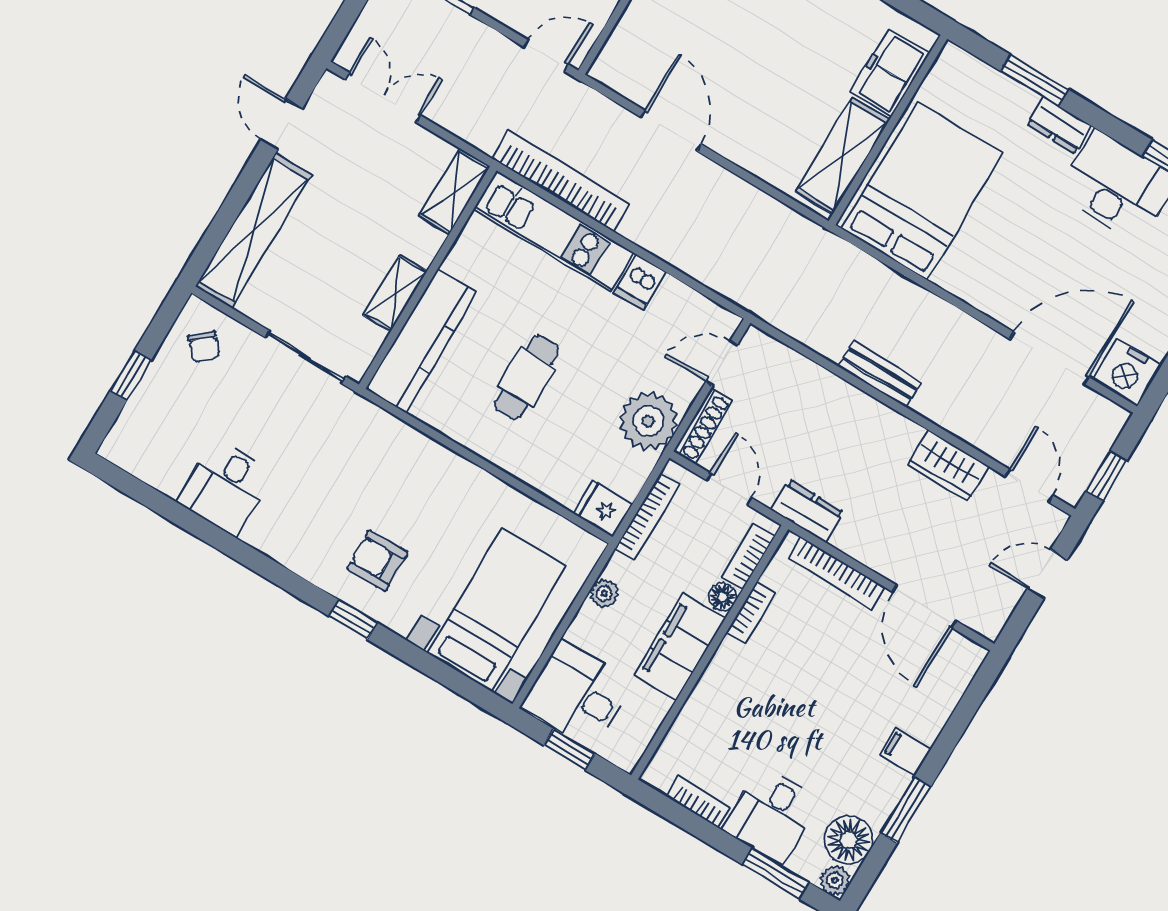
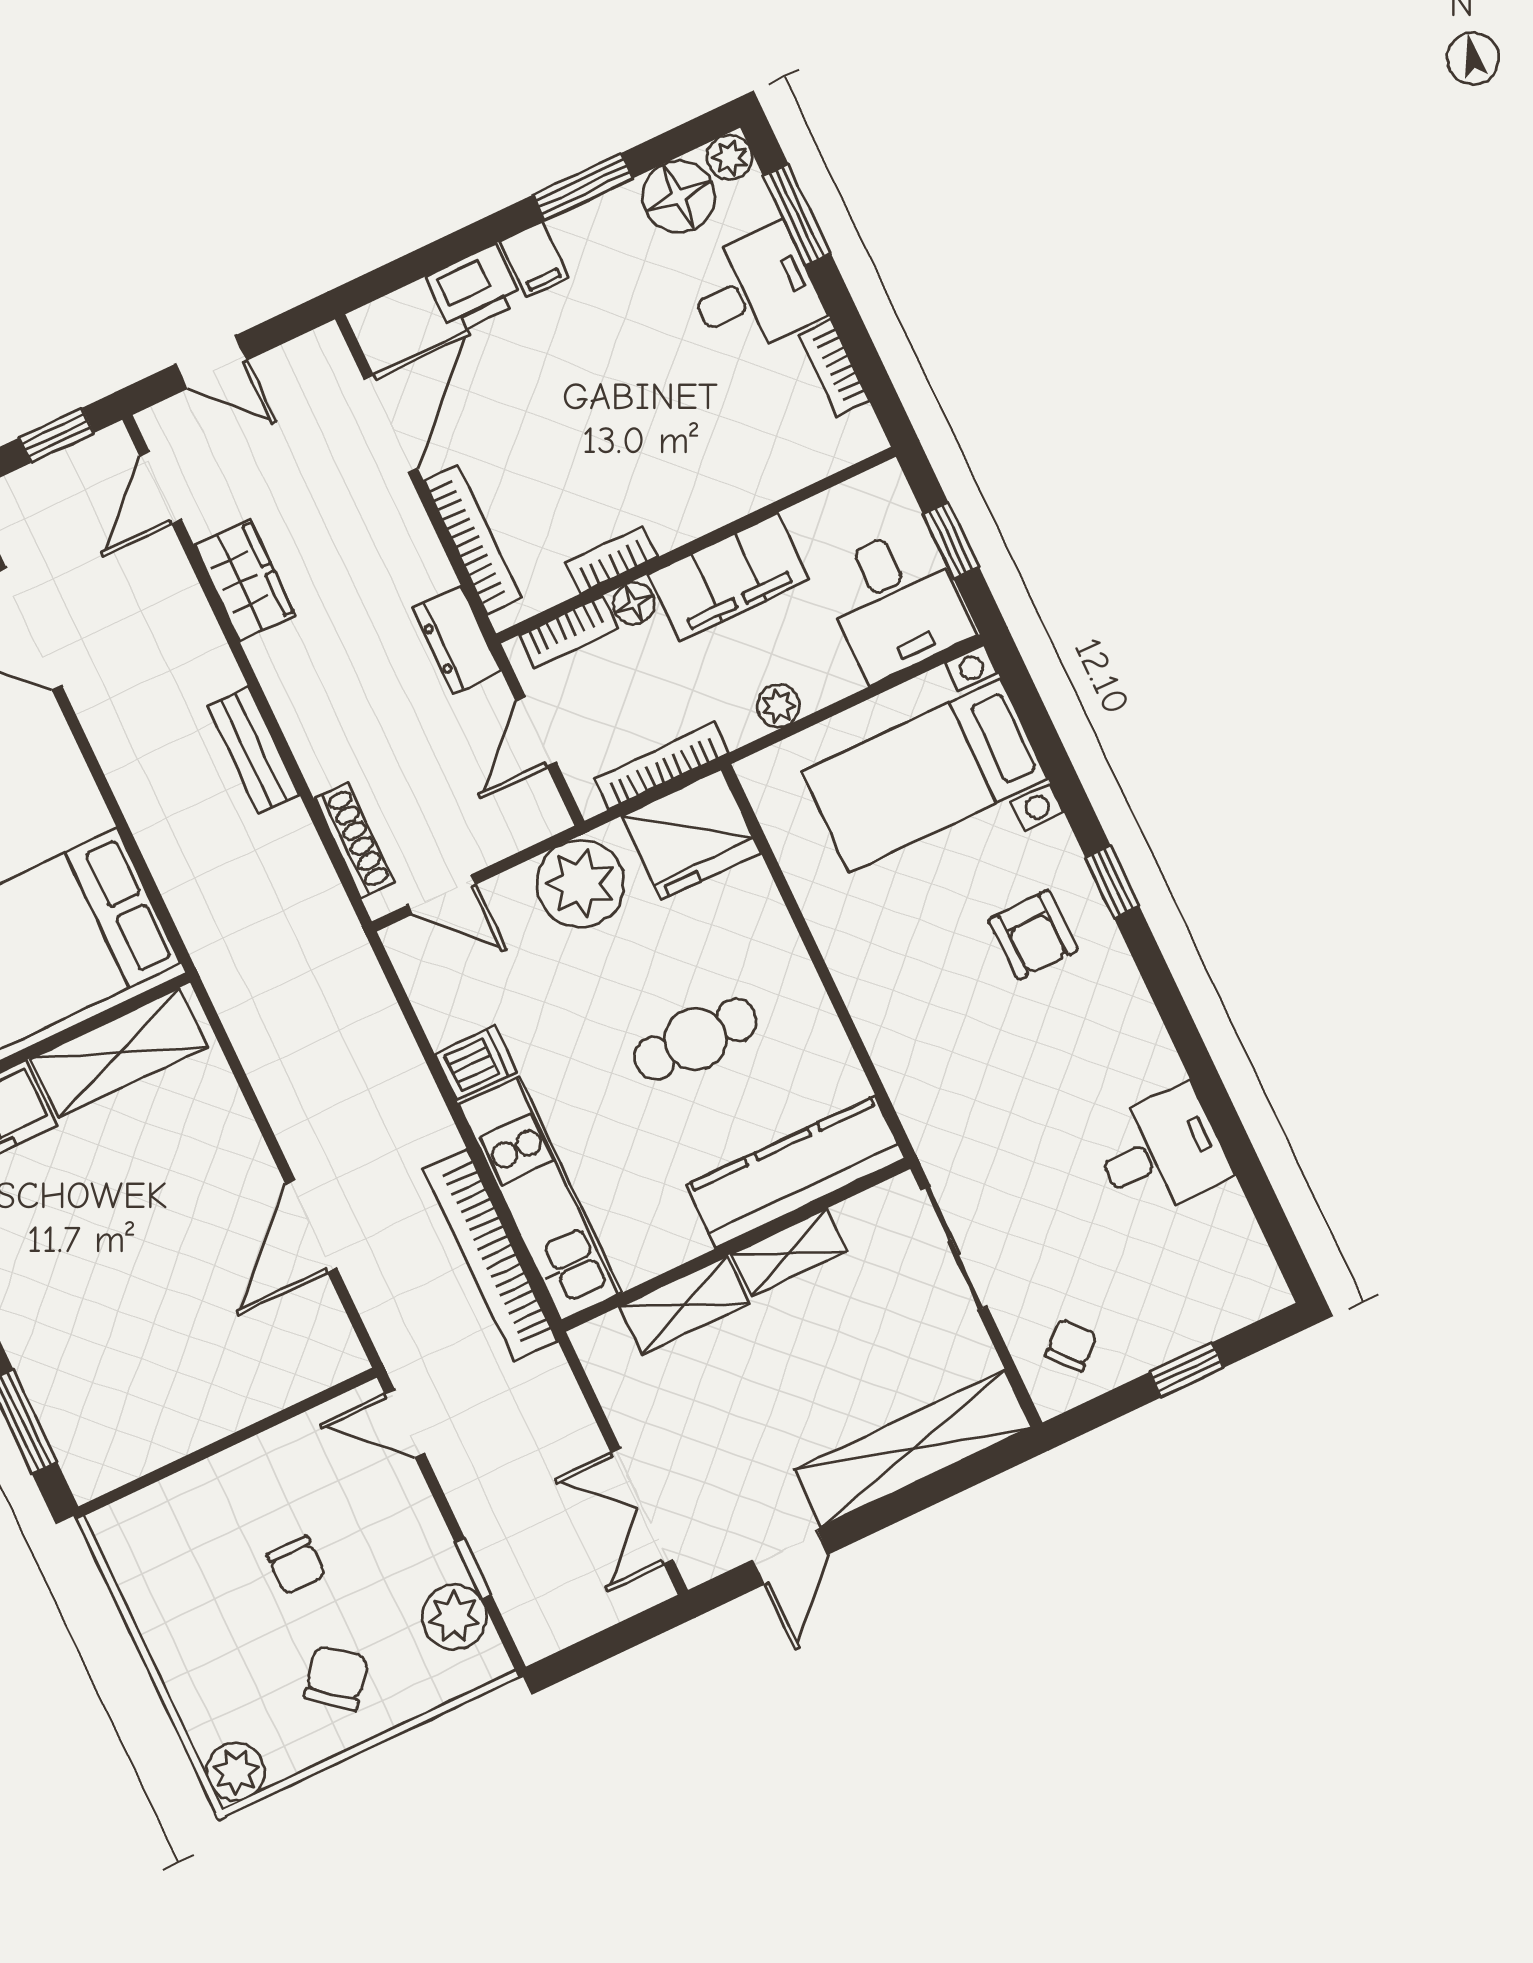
shelving: (454, 191) -> (685, 1305), moved
shoe rack: (703, 426) -> (354, 840), moved, turned 90
fridge: (603, 508) -> (691, 834), width x1.88, depth x1.34
printer: (928, 712) -> (474, 289), added

